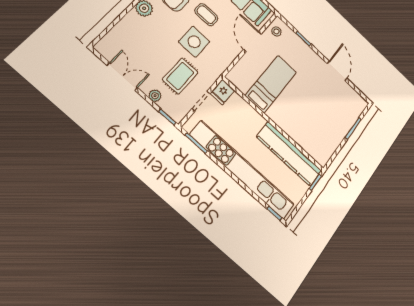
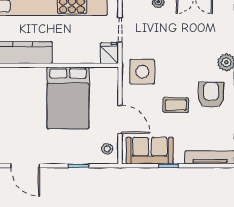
side table: (194, 42) -> (142, 72), moved
rug: (180, 76) -> (153, 35), removed
bed: (271, 84) -> (68, 98), width x1.50

